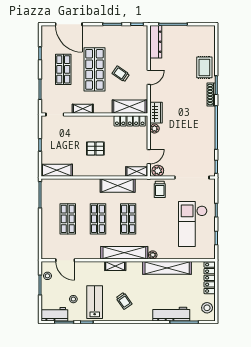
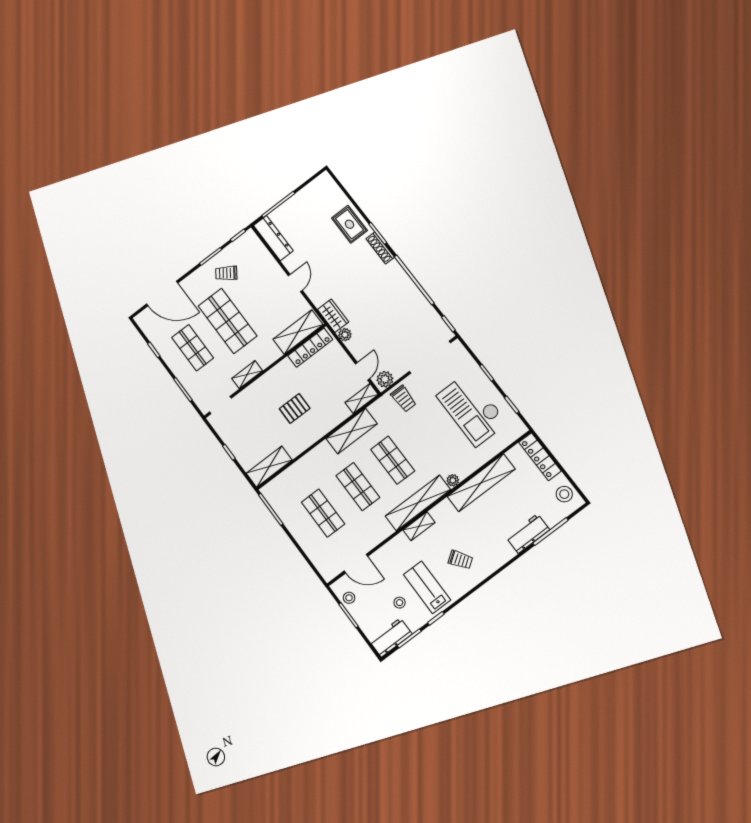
trolley: (121, 74) -> (226, 273), moved
workbench: (171, 314) -> (528, 534), width x0.73

